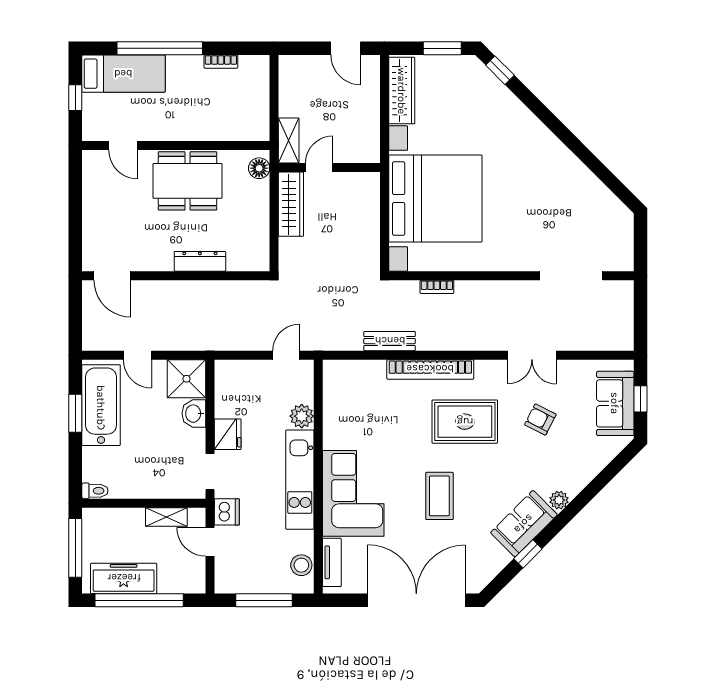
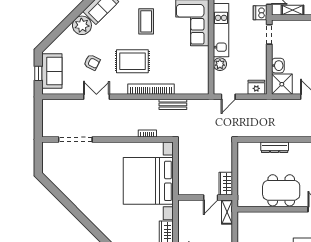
floor lamp: (259, 168) -> (243, 197), removed
wardrobe: (291, 204) -> (226, 184), width x0.67
fridge: (228, 434) -> (256, 87), moved, turned 90
plant: (559, 500) -> (82, 25), width x1.88, depth x1.88

